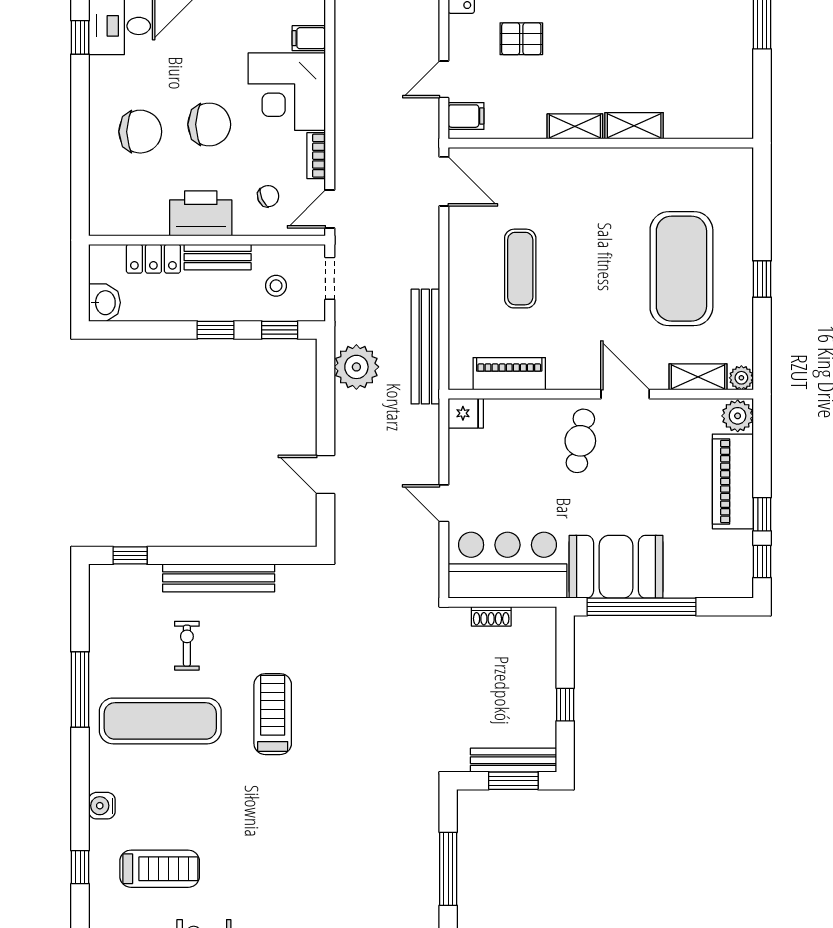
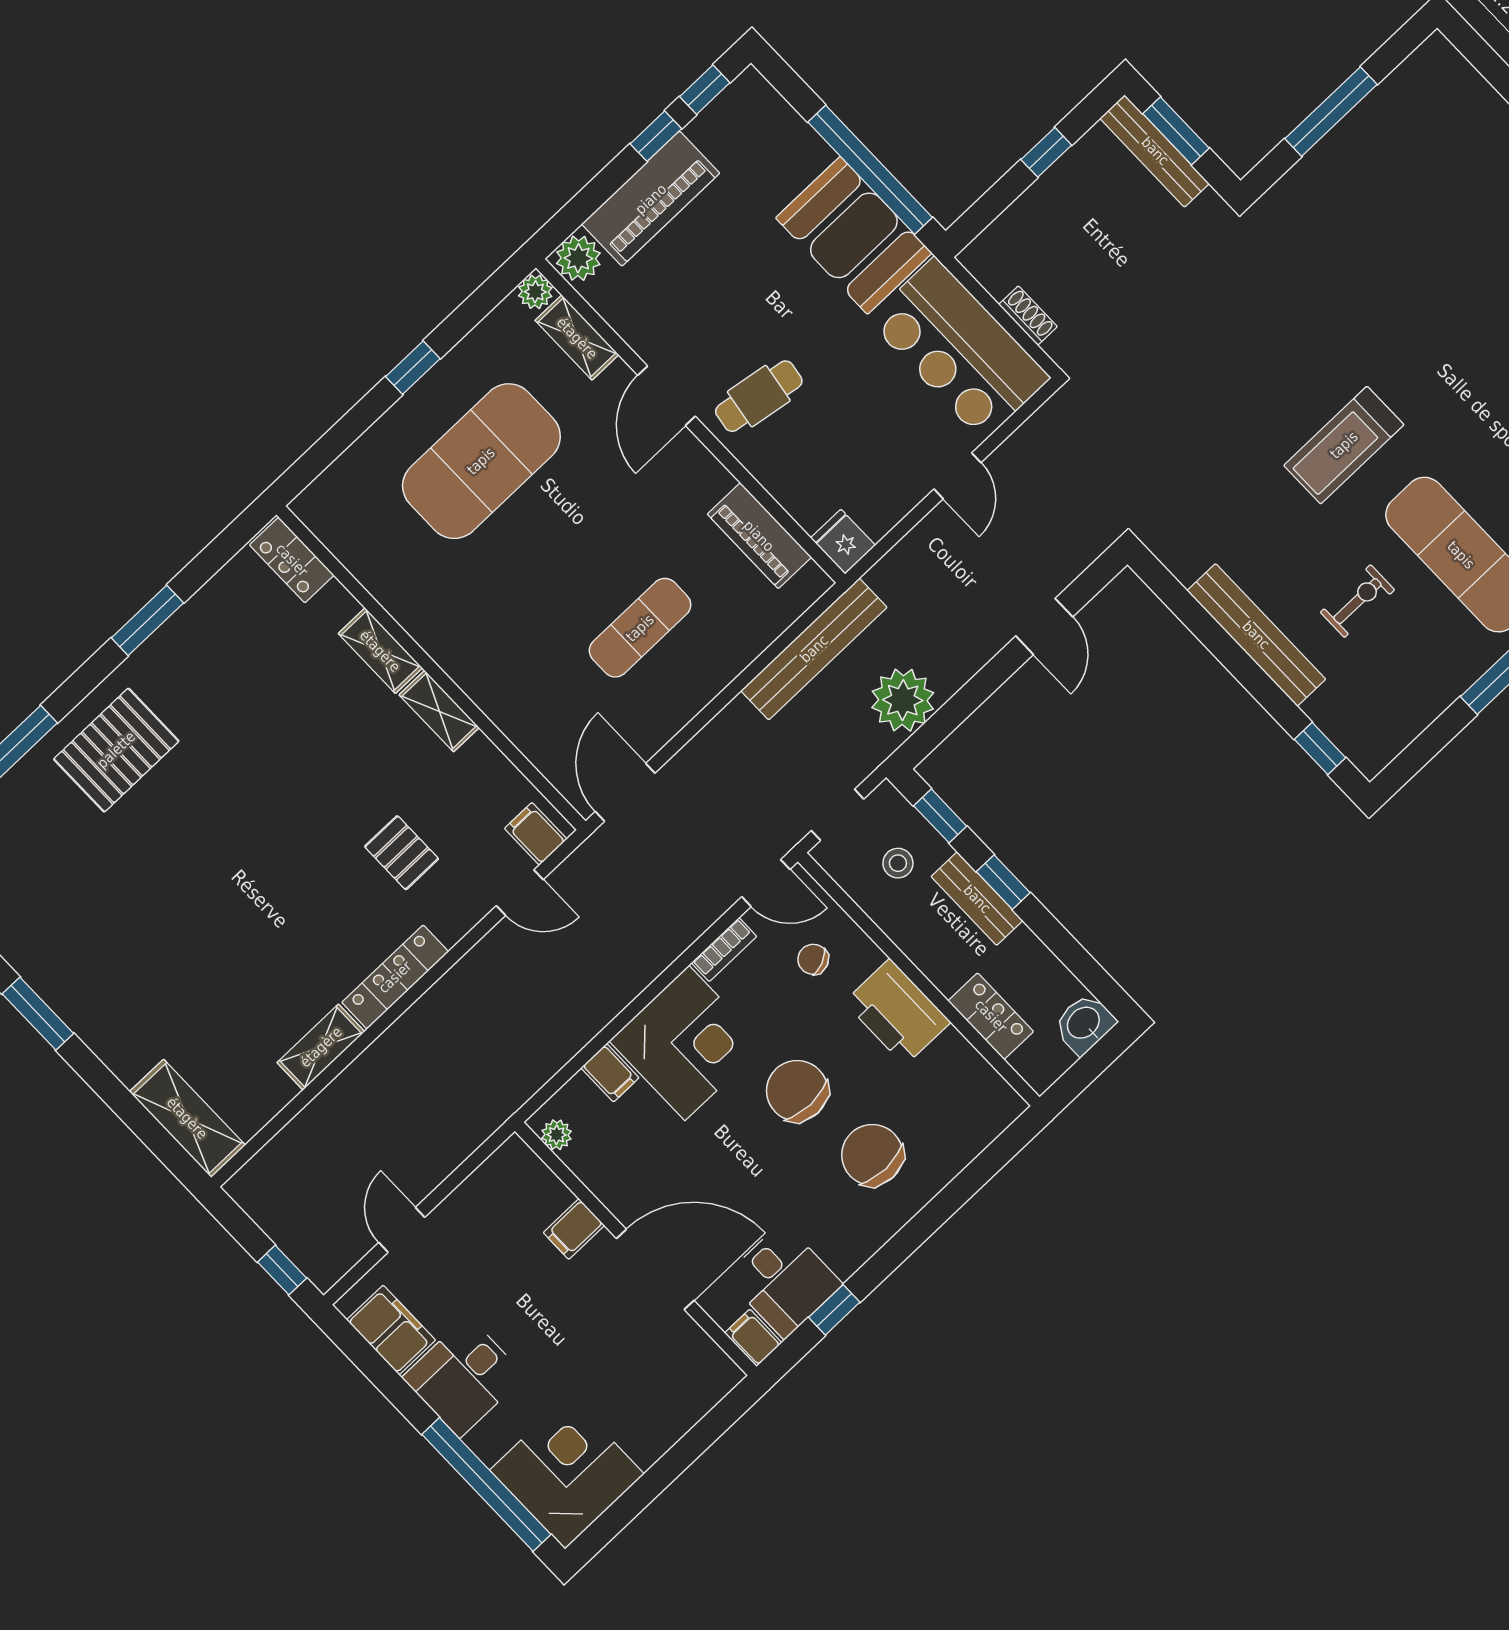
locker: (723, 125) -> (292, 560), added
bench: (218, 257) -> (977, 899), moved
exercise bike: (187, 646) -> (1357, 601), turned 180

